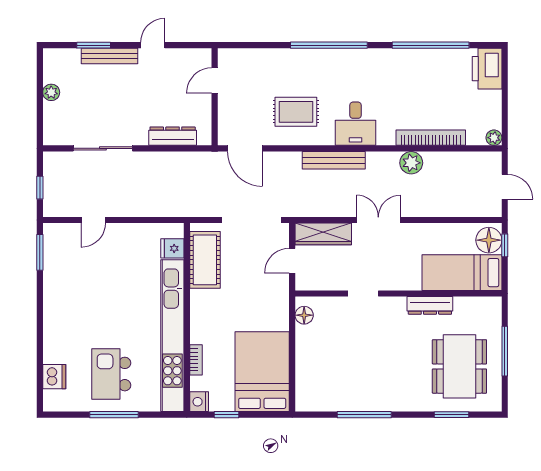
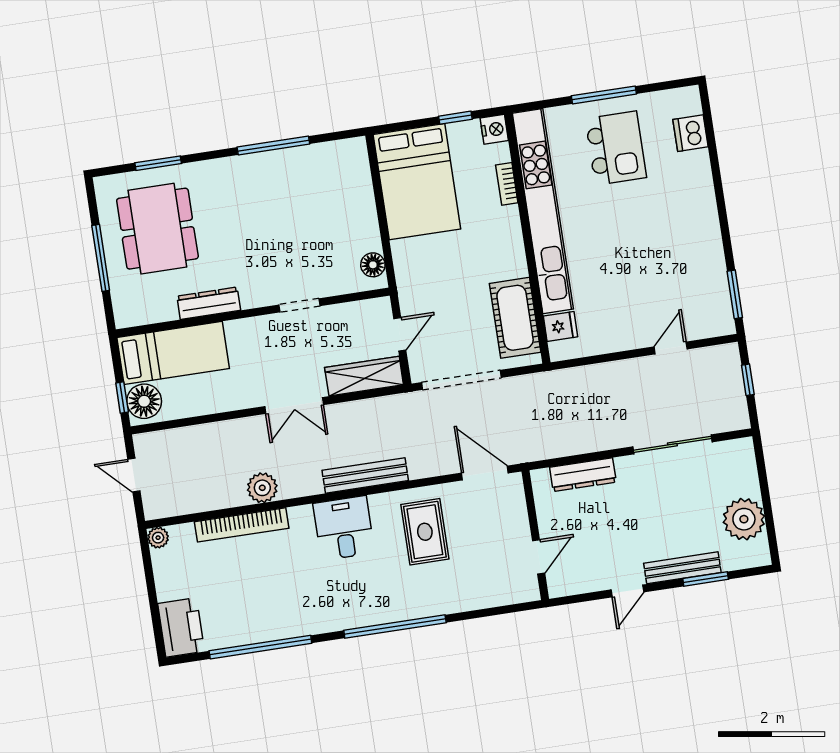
plant: (51, 92) -> (744, 519), width x1.87, depth x1.87
rug: (296, 112) -> (425, 532), turned 90

